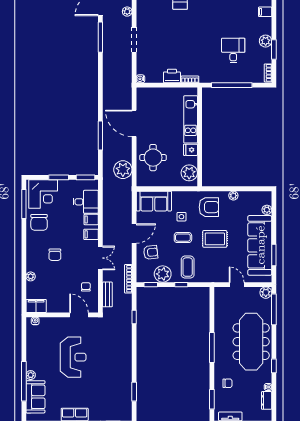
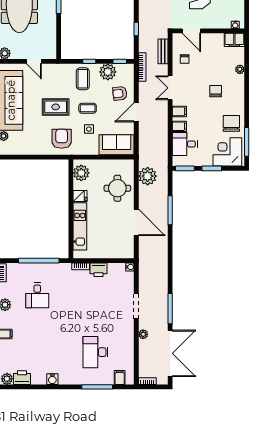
plant: (233, 196) -> (37, 150), removed
armchair: (209, 207) -> (62, 139), turned 90

